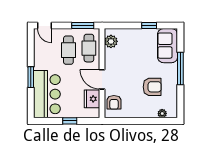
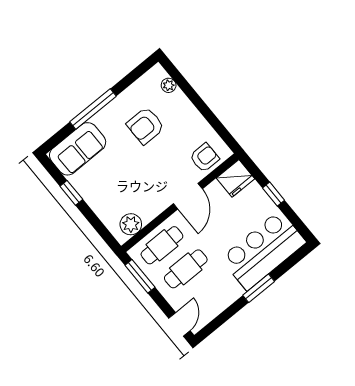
armchair: (152, 87) -> (145, 126), turned -90
fridge: (92, 99) -> (235, 178), moved

